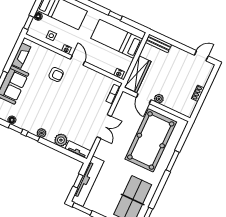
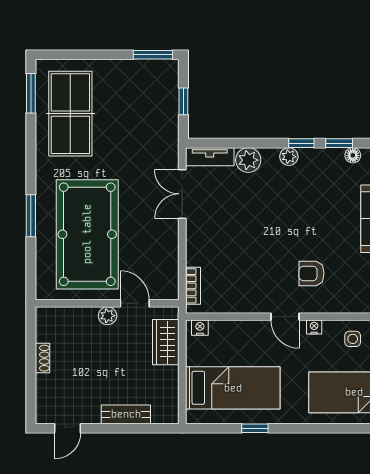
bench: (158, 43) -> (126, 414), moved
wardrobe: (138, 74) -> (166, 342), width x0.67
double door: (104, 127) -> (182, 194), moved
tv unit: (88, 181) -> (166, 109), removed

